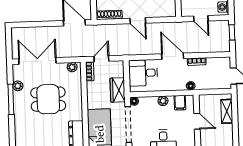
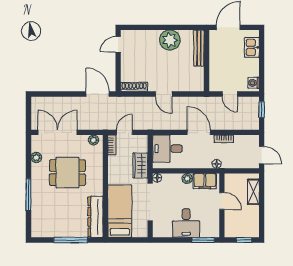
window: (11, 99) -> (28, 195), moved
filing cabinet: (180, 103) -> (205, 181), width x2.00

